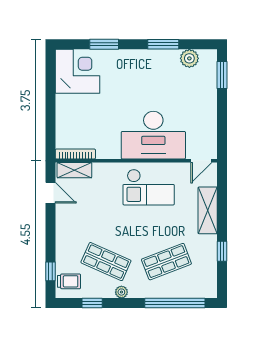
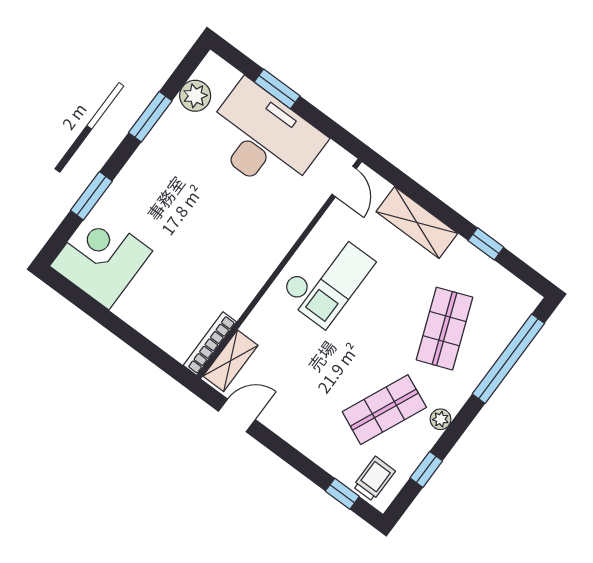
window: (222, 75) -> (277, 89), moved
desk: (153, 135) -> (263, 139), moved, turned -90

